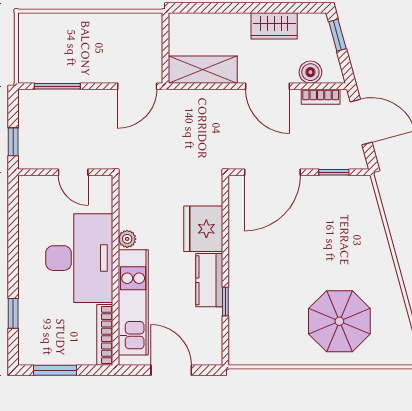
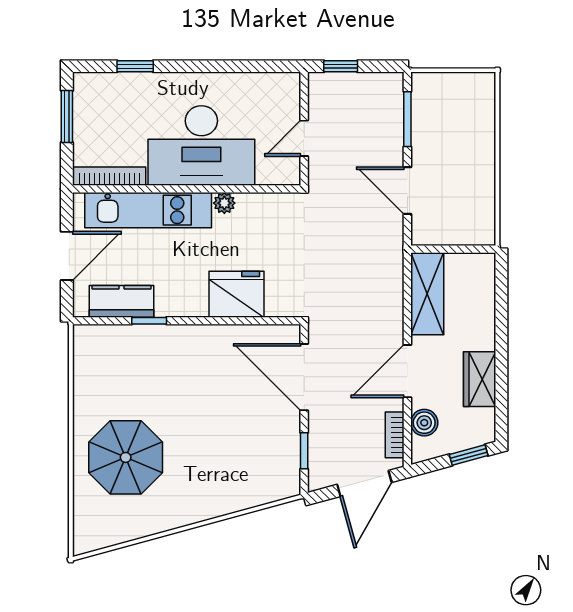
door: (137, 86) -> (407, 191), moved
kitchen counter: (209, 280) -> (122, 301), moved

